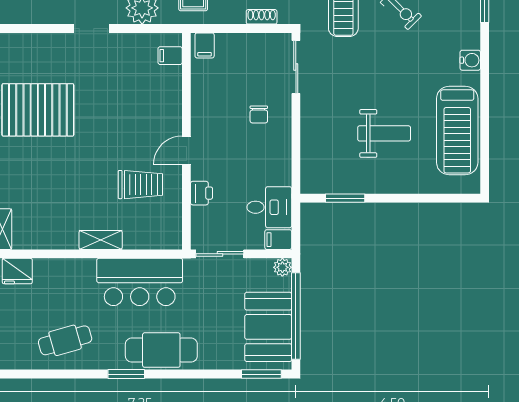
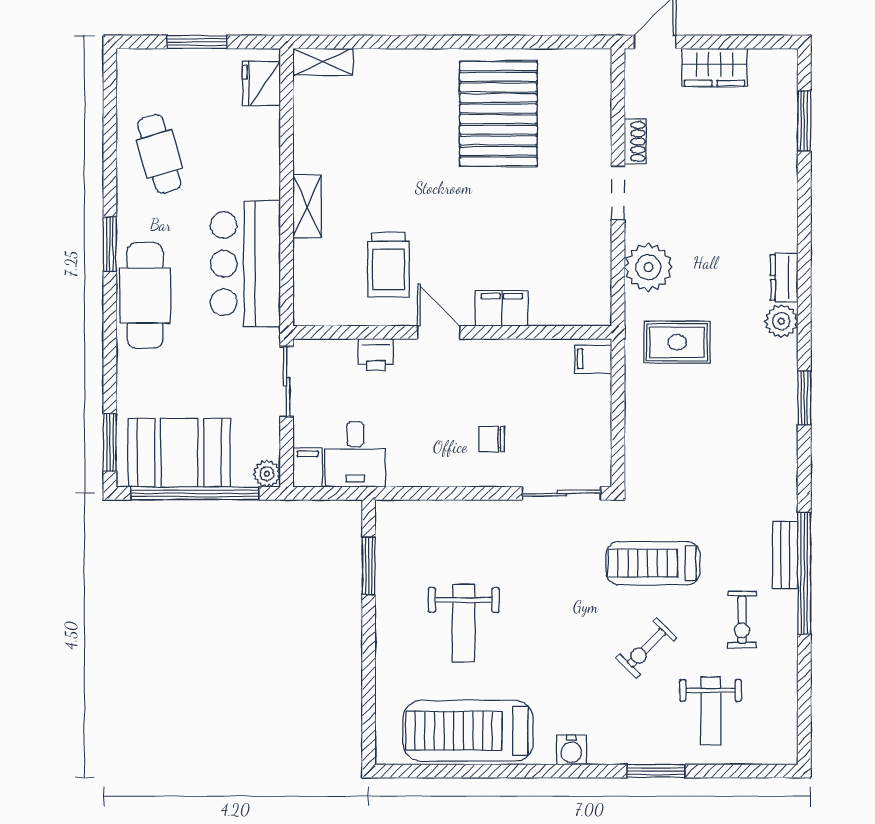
shoe rack: (262, 17) -> (635, 142), moved
filing cabinet: (170, 56) -> (502, 308), moved, width x2.00

